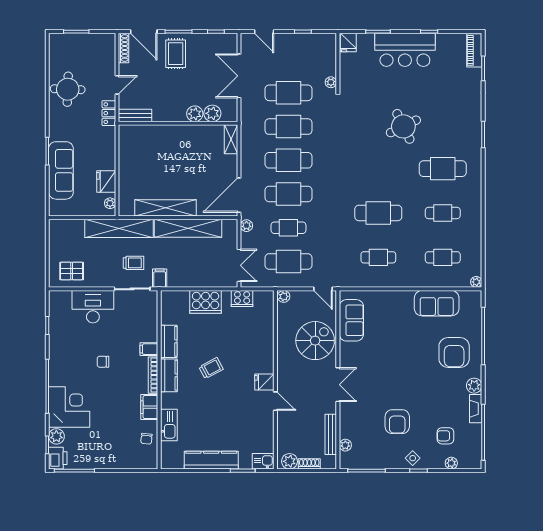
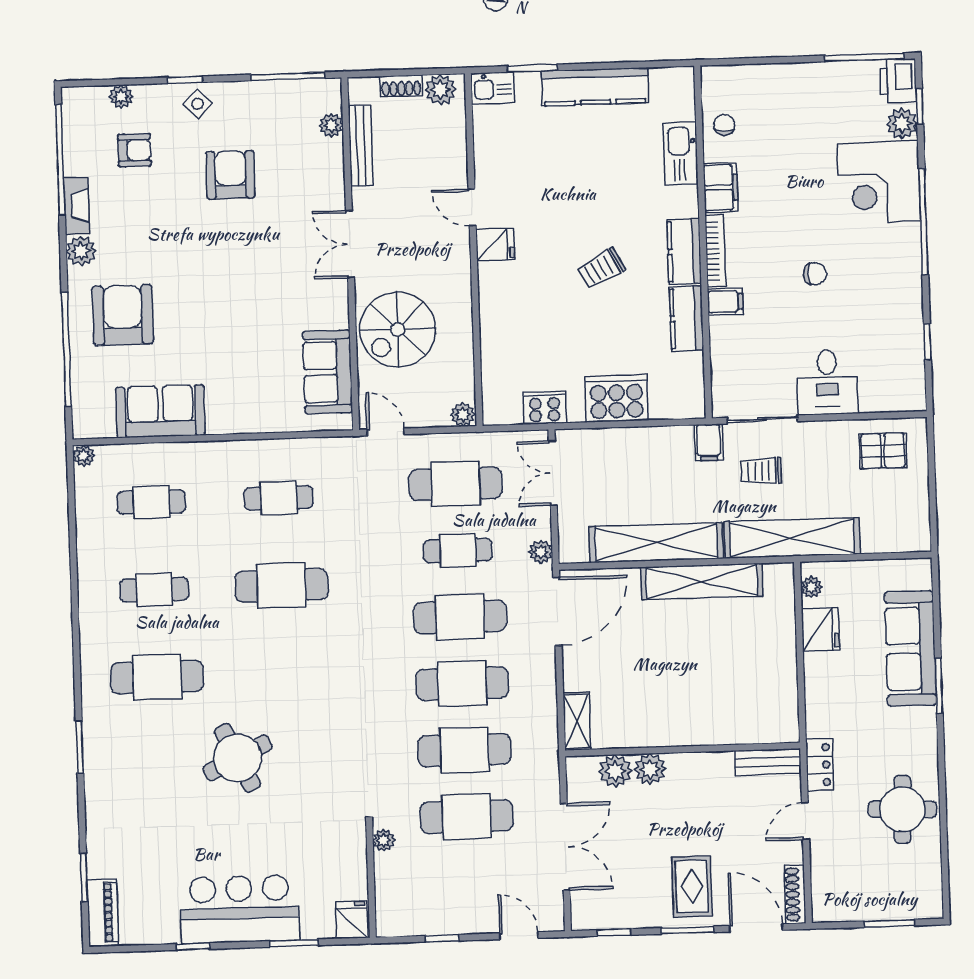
desk: (93, 307) -> (827, 382), width x0.73

